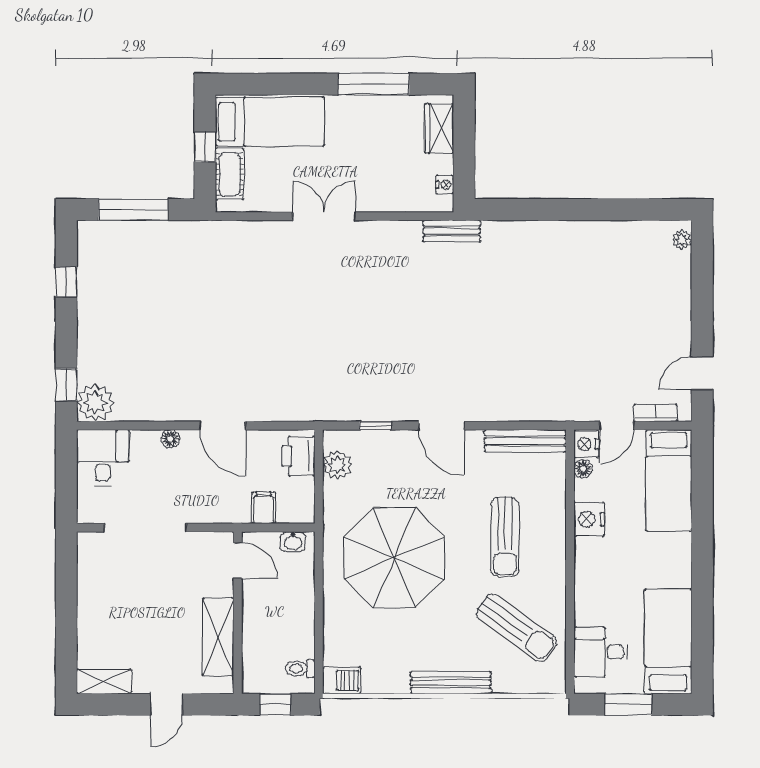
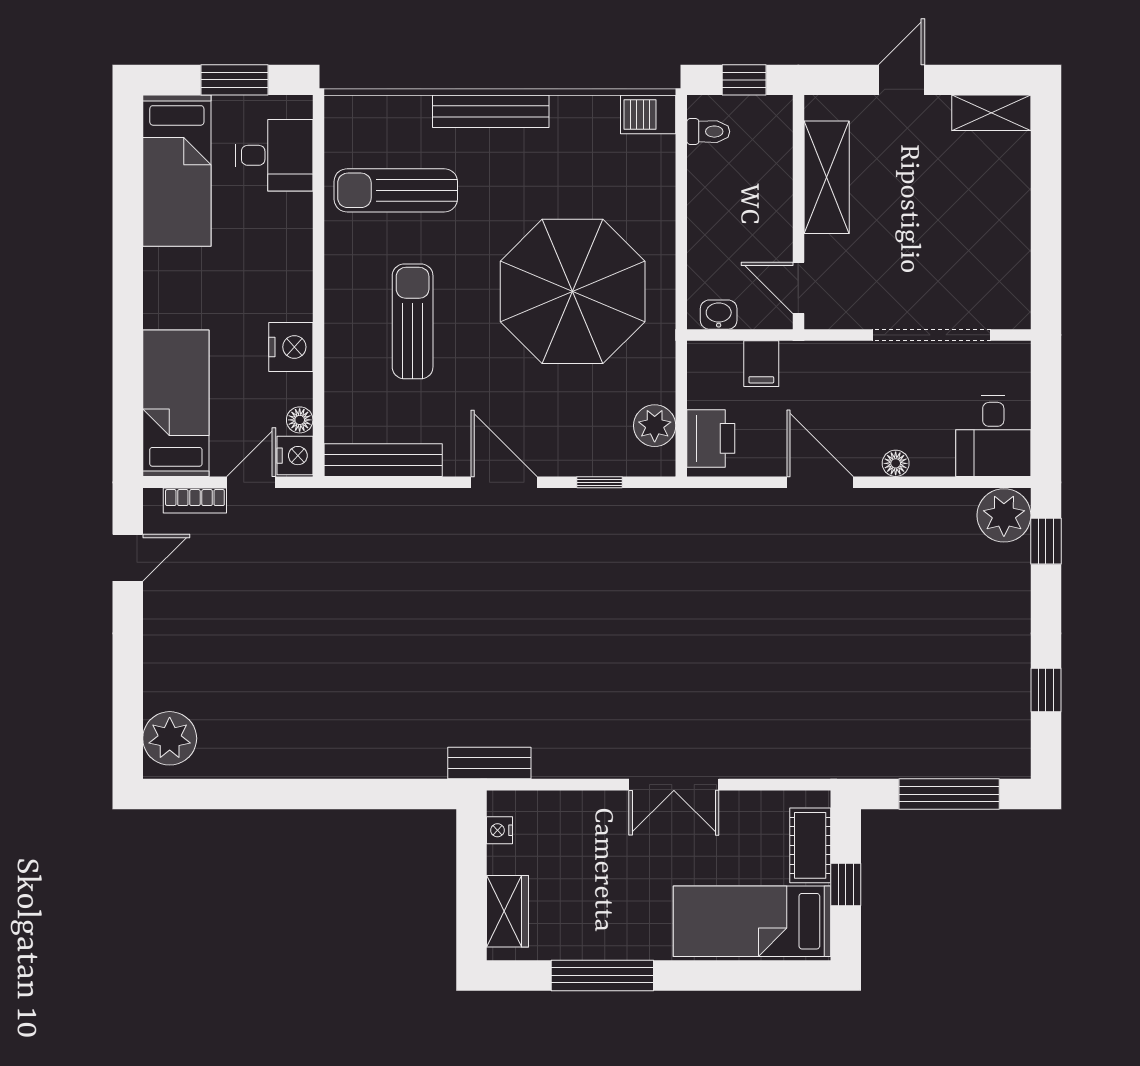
plant: (682, 240) -> (170, 738), width x1.87, depth x1.87
sun lounger: (517, 628) -> (396, 190), turned -36

